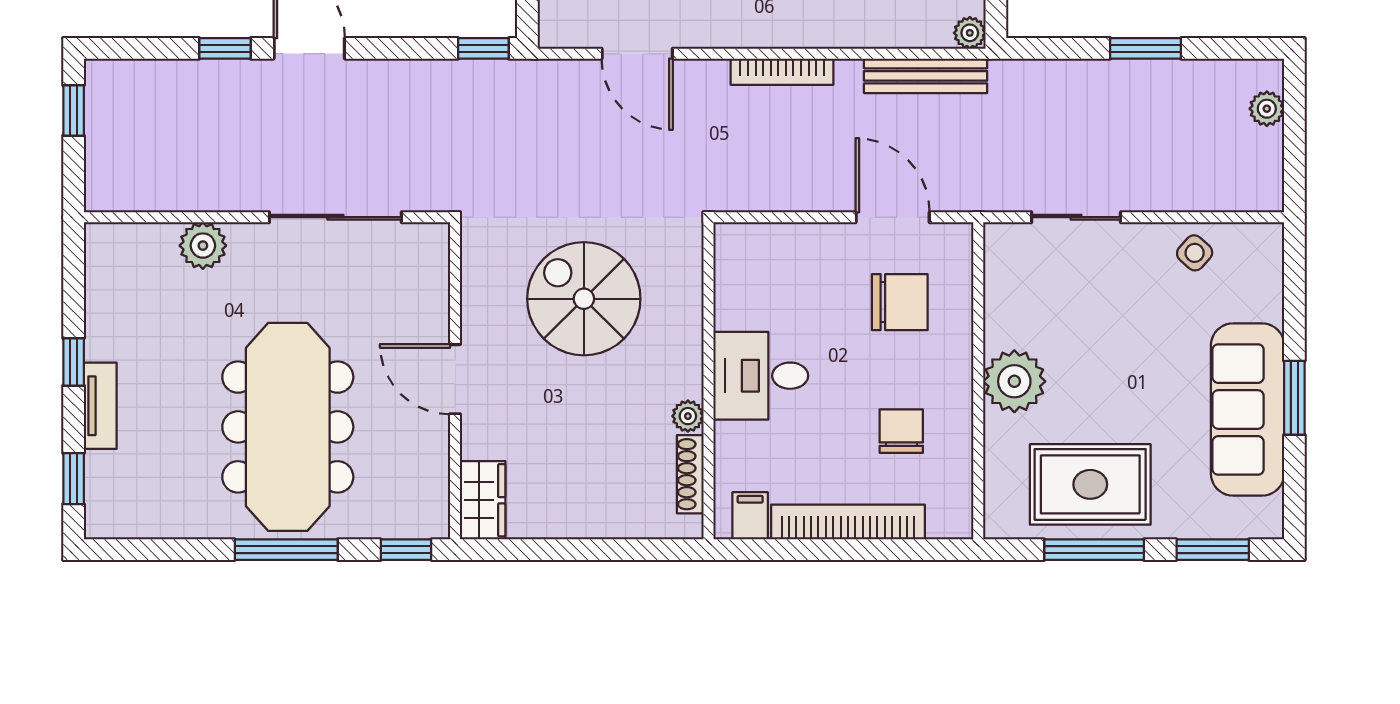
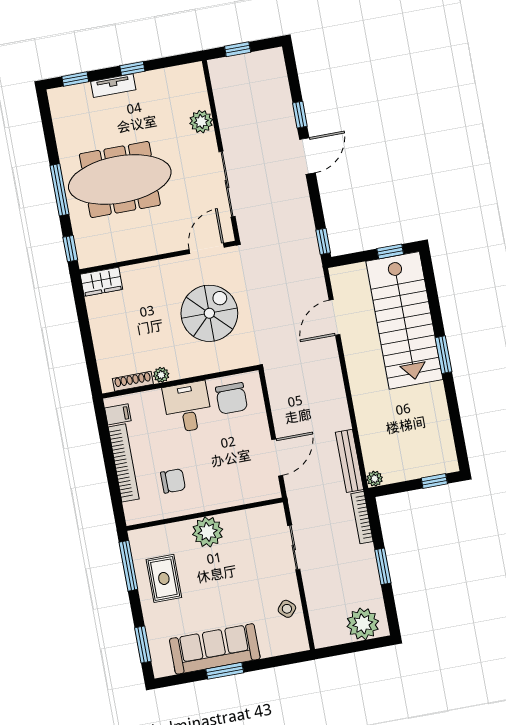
bookcase: (782, 72) -> (362, 518), moved
plant: (1267, 109) -> (363, 624), width x1.87, depth x1.87
window: (74, 110) -> (238, 49), moved
chair: (900, 302) -> (231, 398), moved
door: (455, 379) -> (207, 248), moved
rug: (1090, 484) -> (164, 578), width x0.73, depth x0.70
window: (1094, 550) -> (128, 566), moved

